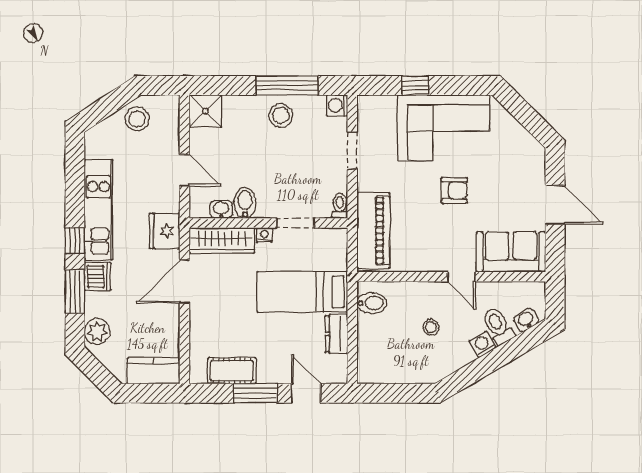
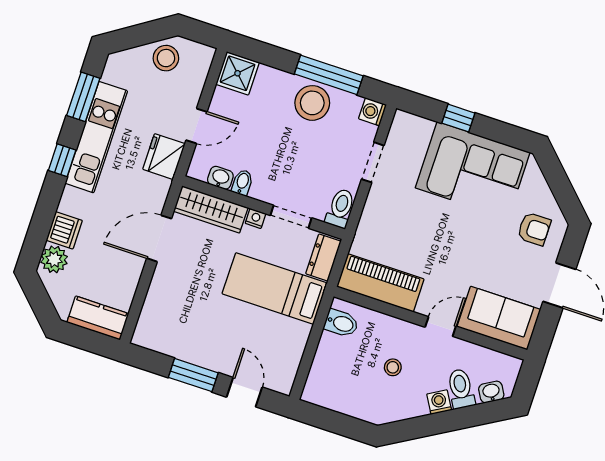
stool: (281, 115) -> (312, 103), width x1.38, depth x1.38
door: (184, 170) -> (197, 126), hinge flipped
armchair: (454, 190) -> (534, 229), moved
bidet: (245, 203) -> (242, 182), width x0.72, depth x0.74
toilet: (340, 206) -> (340, 208), width x1.37, depth x1.39
piano: (373, 230) -> (380, 283), moved, turned -90
fridge: (165, 231) -> (164, 157), moved
dishwasher: (98, 276) -> (64, 230), moved
door: (461, 277) -> (441, 327), swing flipped
window: (75, 291) -> (83, 97), moved
dresser: (337, 334) -> (323, 258), moved
cot: (232, 371) -> (177, 345), removed

